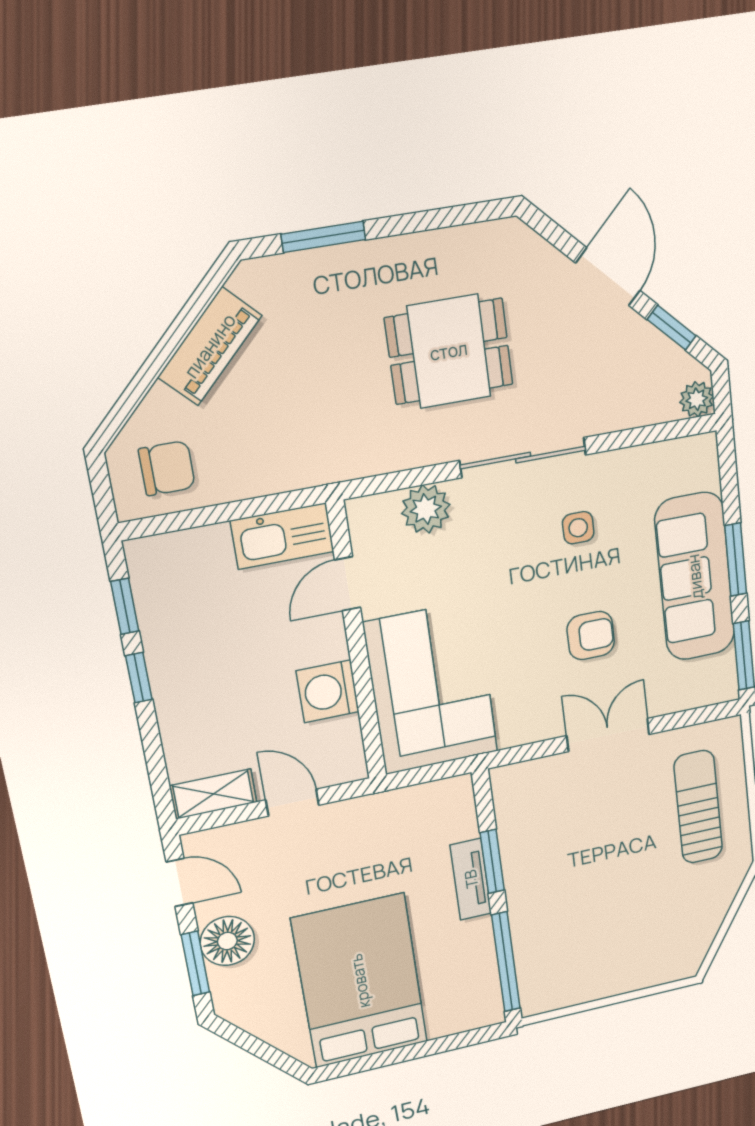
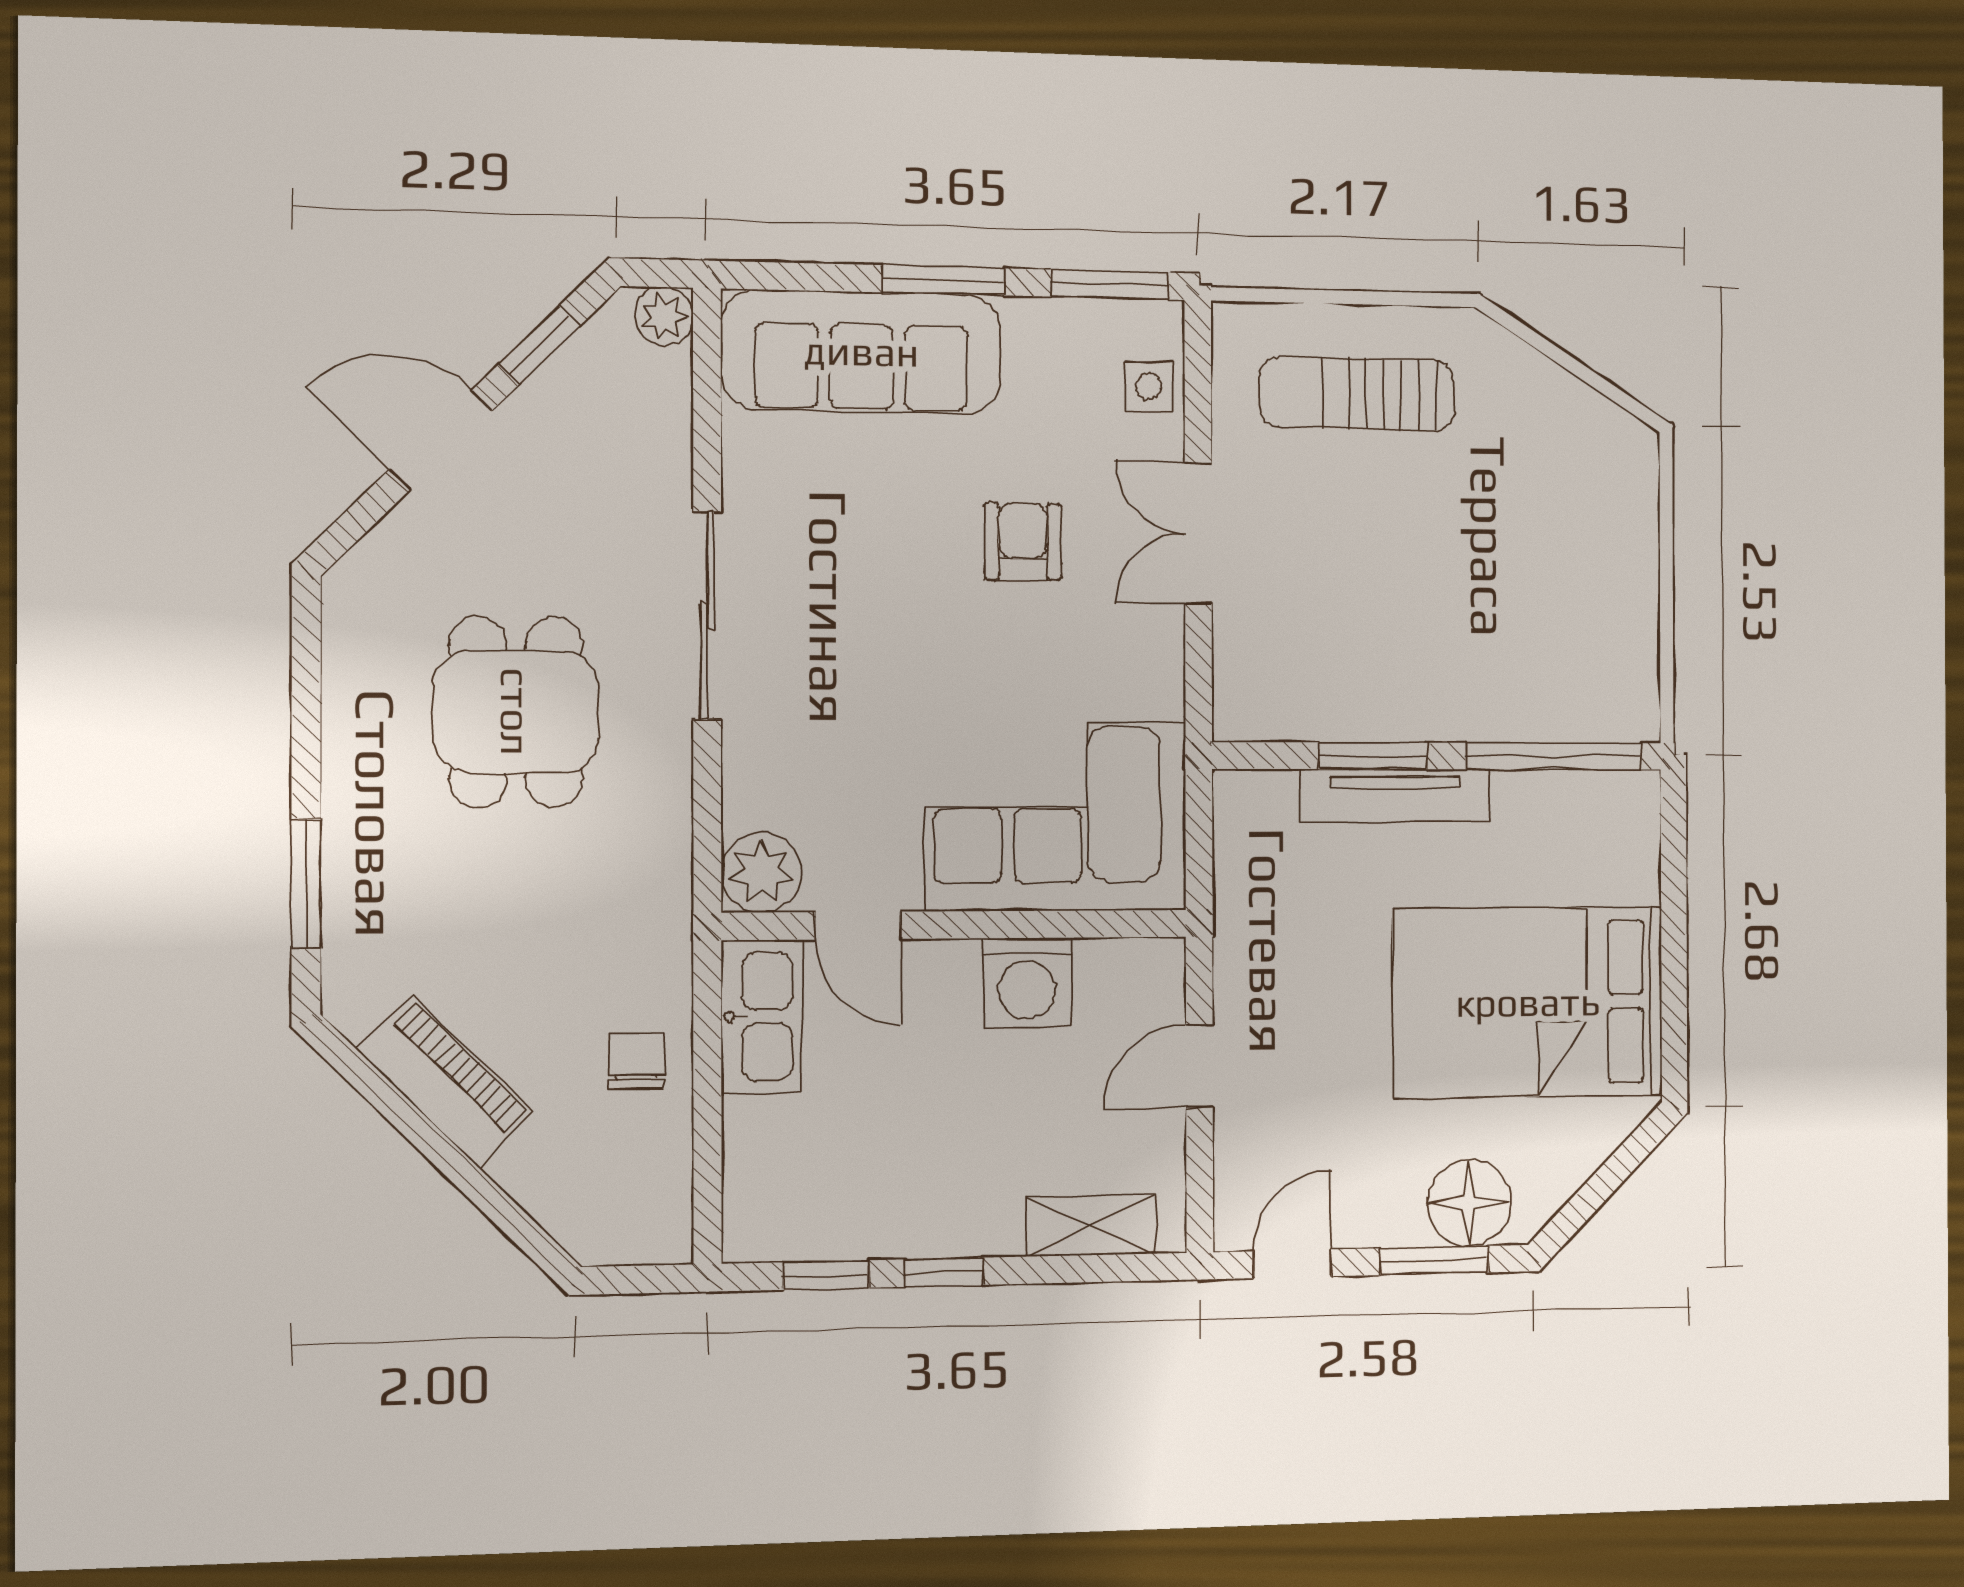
chair: (167, 468) -> (637, 1061), moved, width x0.73, depth x0.73
plant: (426, 509) -> (761, 872), moved
side table: (578, 528) -> (1149, 386), moved
sofa: (695, 577) -> (862, 351), moved
shelving: (213, 794) -> (1090, 1226), moved, turned 90
tv unit: (471, 879) -> (1396, 796), width x1.41
floor lamp: (227, 941) -> (1469, 1203), moved

